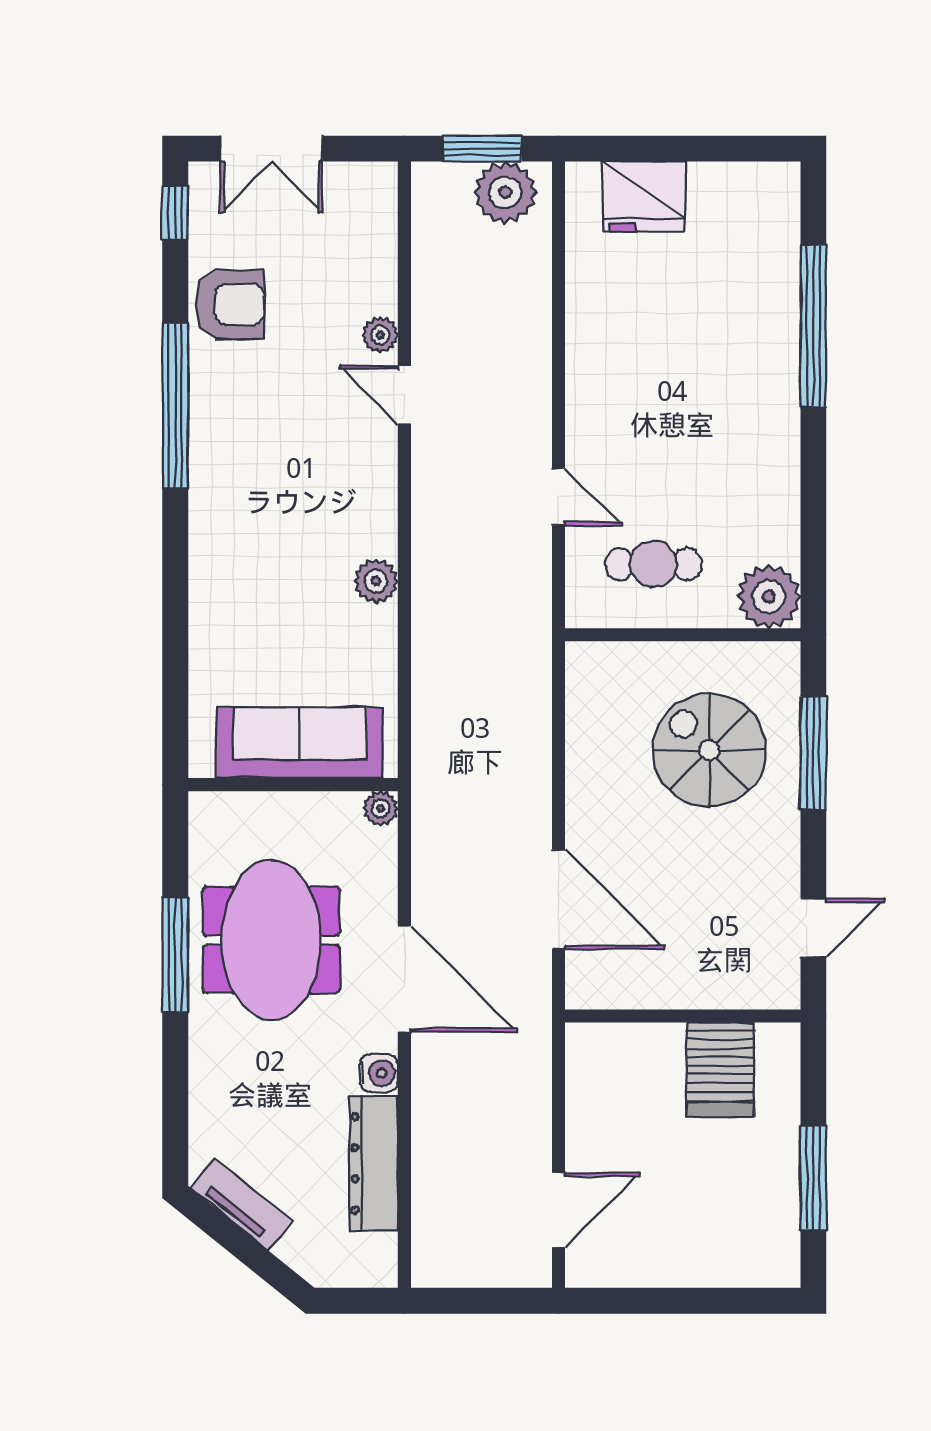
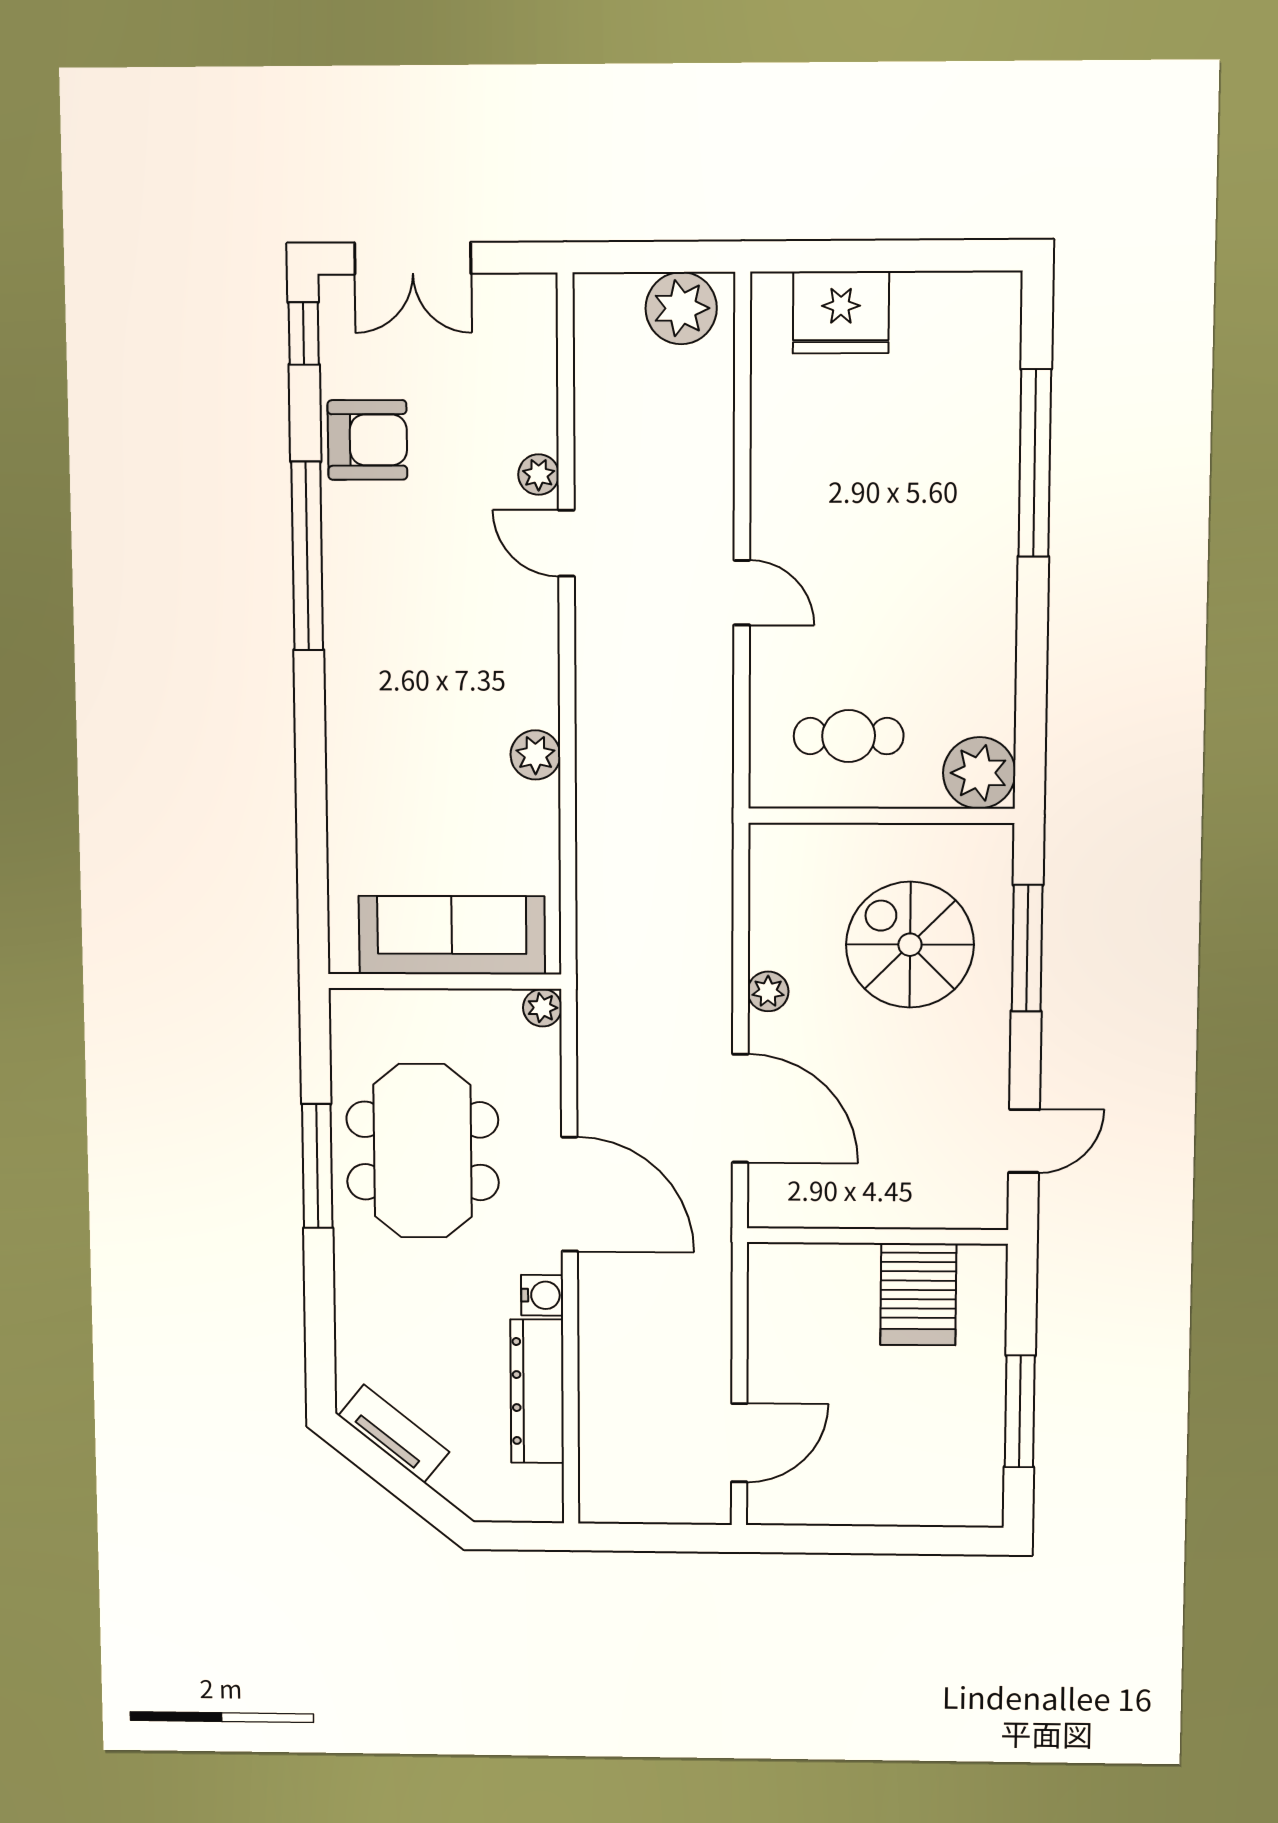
window: (482, 149) -> (655, 257), removed
door: (559, 497) -> (742, 593), moved
plant: (583, 793) -> (768, 991), added

